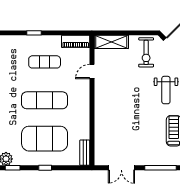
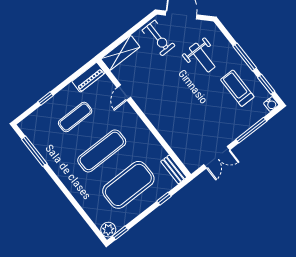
window: (45, 168) -> (164, 199), moved

